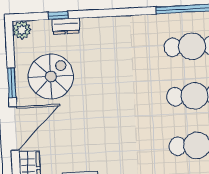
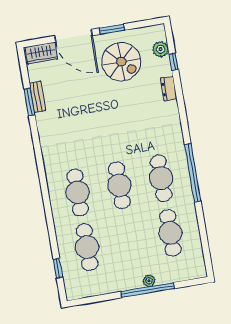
dresser: (66, 26) -> (169, 89), moved
plant: (22, 30) -> (161, 49), moved

